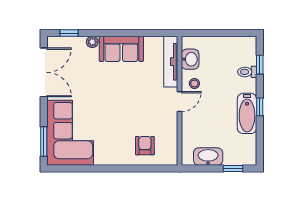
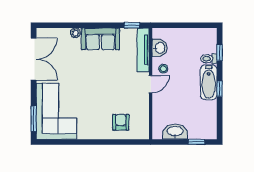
window: (69, 33) -> (132, 25), moved
bathtub: (247, 113) -> (209, 82), moved

